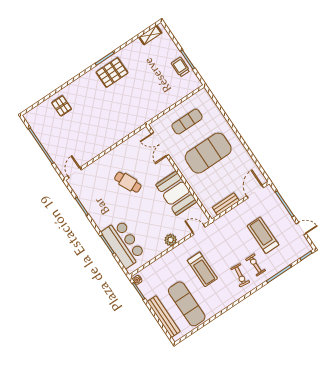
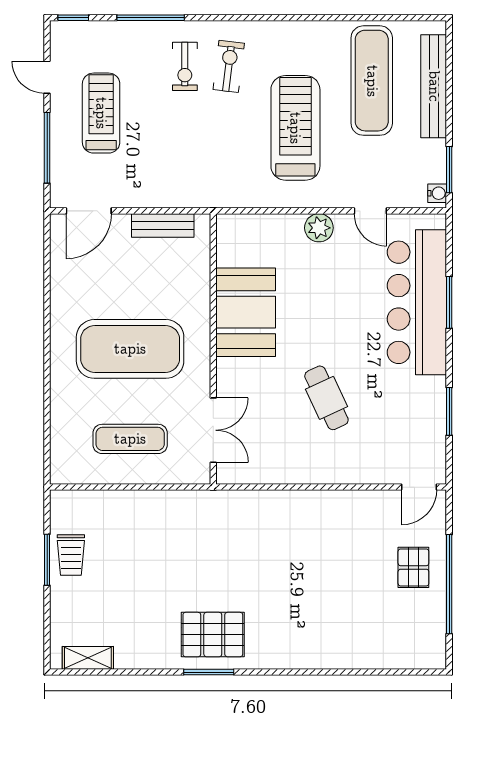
pallet: (62, 106) -> (413, 567), moved
door: (199, 230) -> (370, 211), moved
treadmill: (263, 235) -> (101, 113), moved, turned 180
bar counter: (123, 244) -> (417, 302), width x1.36
treadmill: (202, 269) -> (295, 128), width x1.37, depth x1.37

